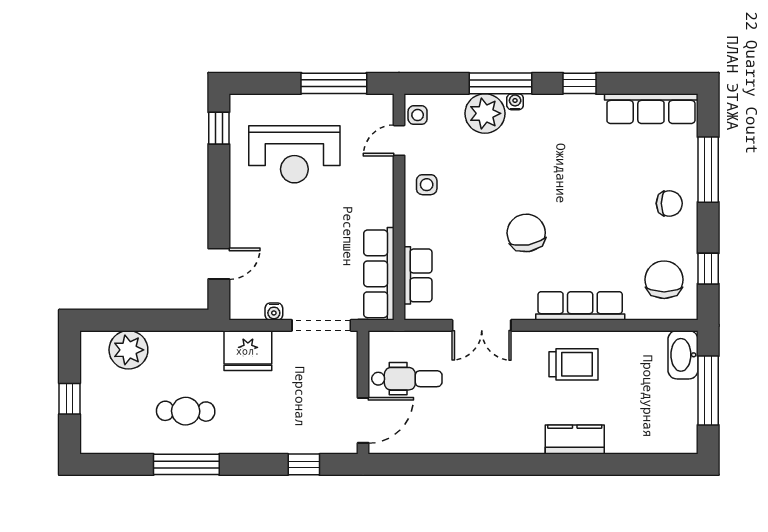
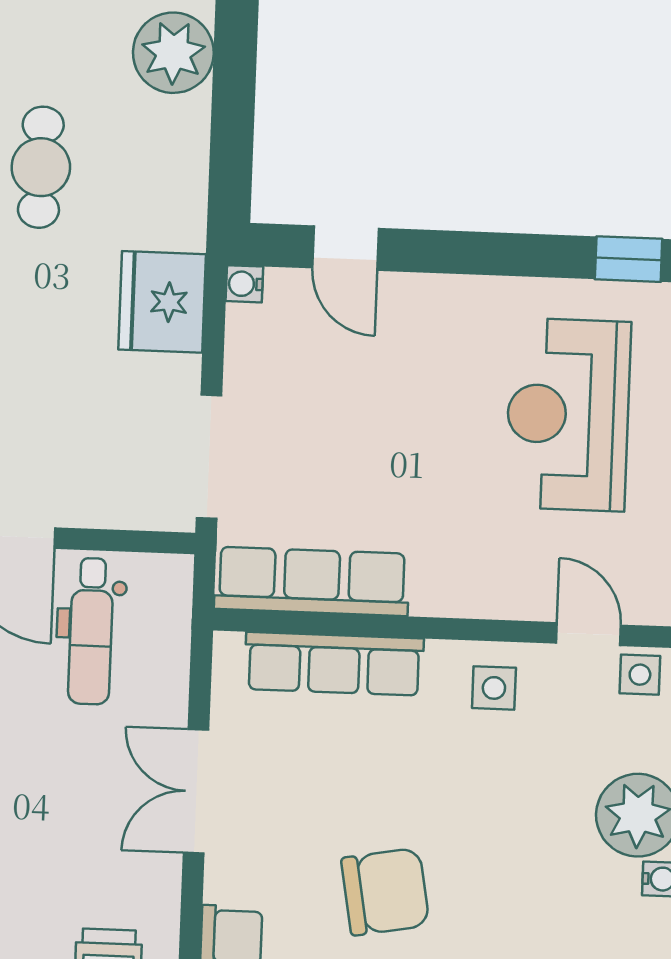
row of seats: (418, 275) -> (334, 664), width x1.48
water cooler: (274, 312) -> (244, 284), moved

